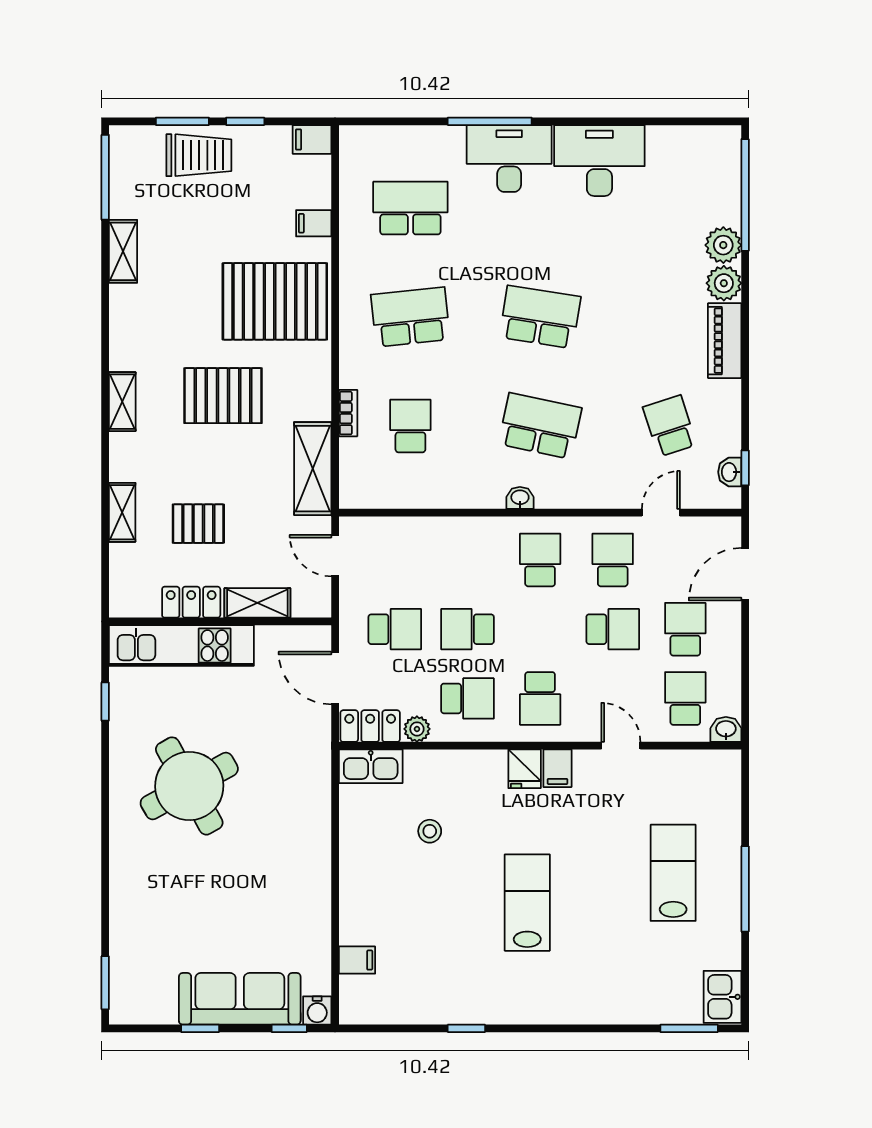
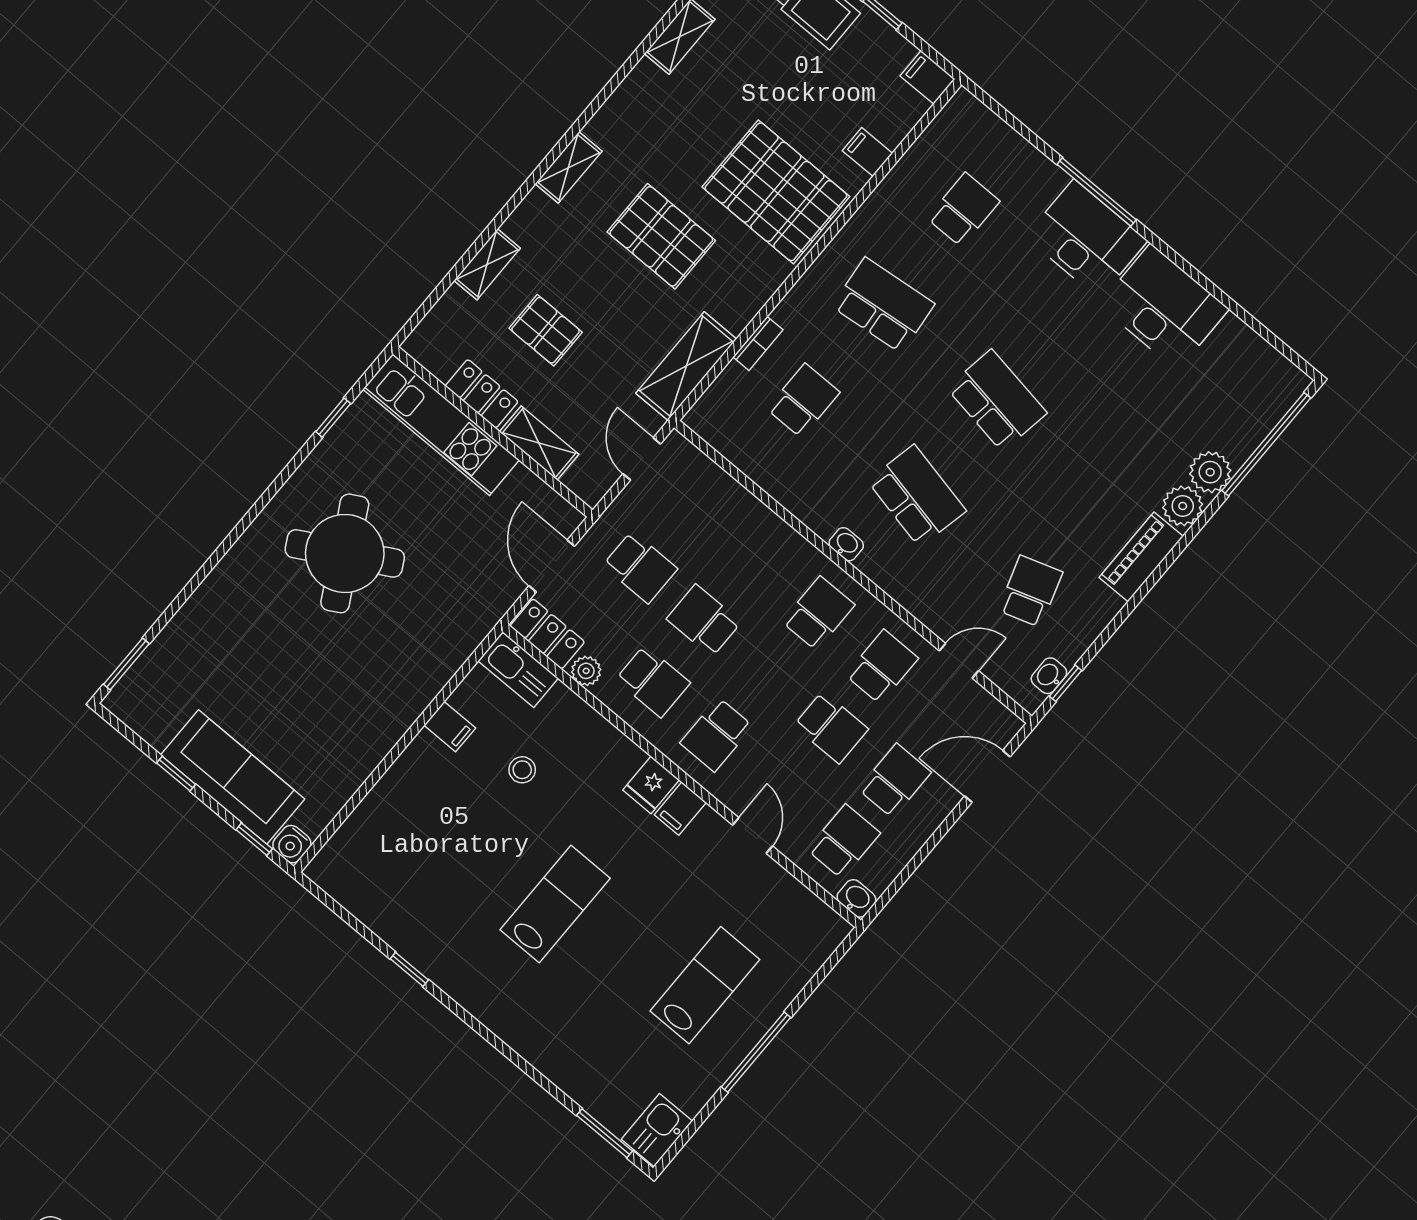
school desk: (410, 208) -> (963, 210), width x0.54
filing cabinet: (357, 960) -> (450, 727), moved

